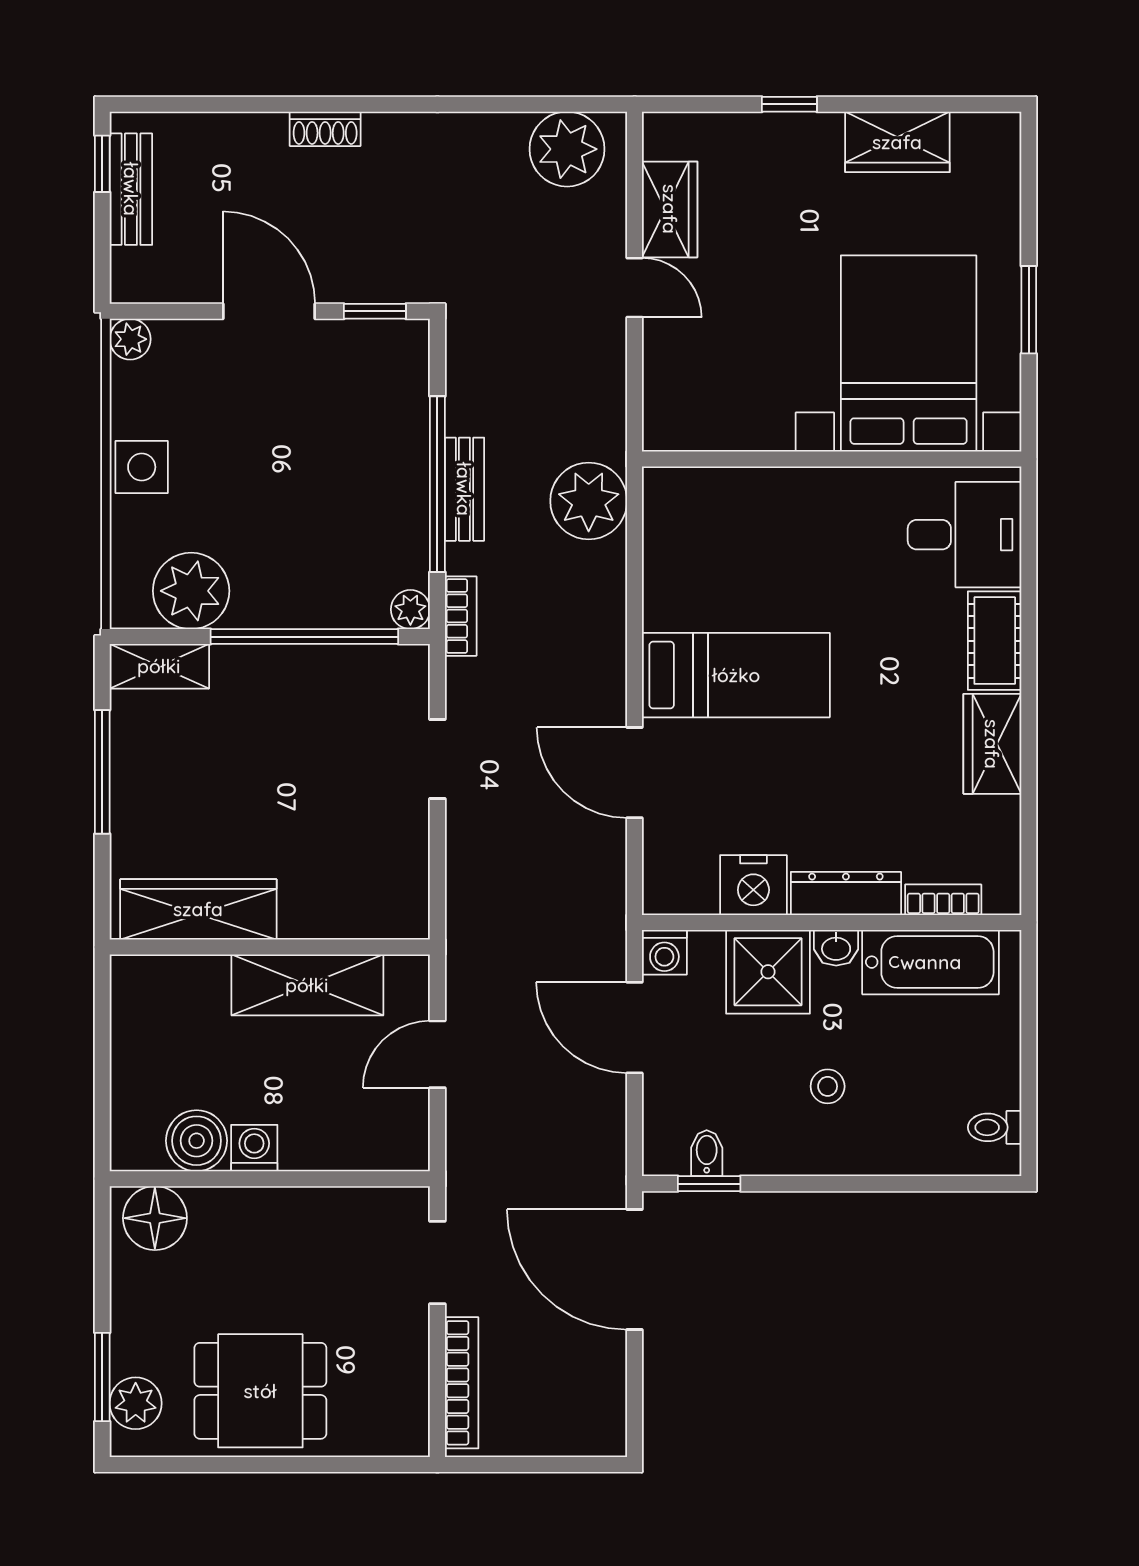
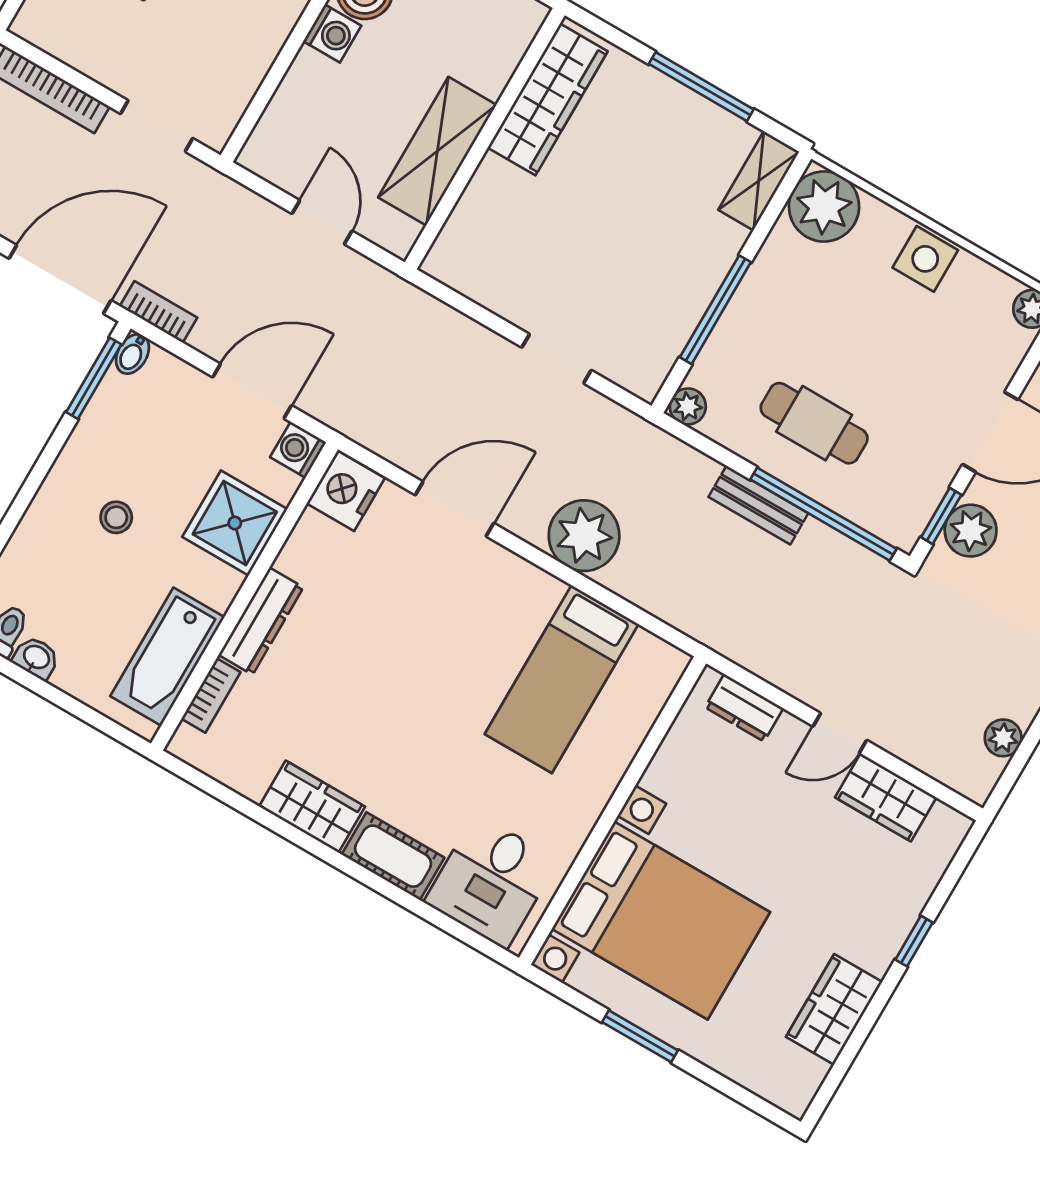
plant: (567, 149) -> (1003, 738), width x0.53, depth x0.53
plant: (372, 276) -> (971, 531), added
dresser: (663, 392) -> (744, 708), added
cafe table: (357, 482) -> (814, 423), added
window: (437, 484) -> (823, 514), moved
plant: (589, 501) -> (584, 536), moved
plant: (191, 591) -> (824, 206), moved
bookcase: (461, 616) -> (159, 312), moved, turned 180
window: (304, 637) -> (715, 310), width x0.68
bed: (736, 675) -> (562, 679), moved
nightstand: (753, 885) -> (346, 491), moved
washbasin: (836, 948) -> (36, 658), moved, turned 90
bidet: (707, 1153) -> (132, 354), moved, turned 90
window: (709, 1184) -> (94, 378), width x1.50

